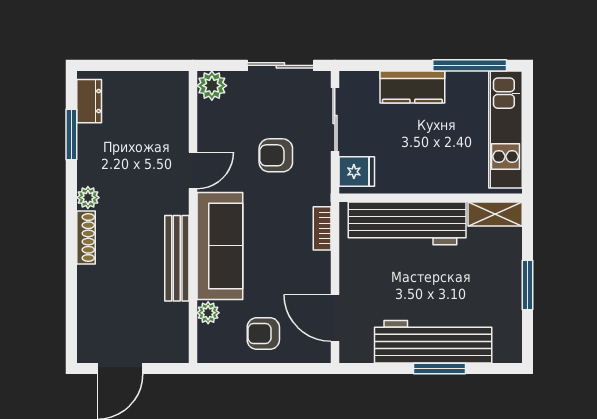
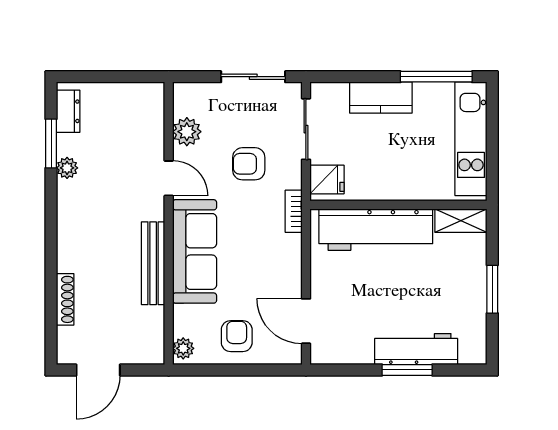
plant: (212, 86) -> (187, 132), moved
door: (193, 170) -> (169, 178), hinge flipped
plant: (88, 198) -> (67, 168), moved
bookcase: (322, 228) -> (294, 211), moved
shoe rack: (86, 237) -> (65, 299), moved
plant: (208, 313) -> (183, 348), moved
armchair: (263, 334) -> (237, 336), turned 90
workbench: (433, 342) -> (416, 349), width x0.73, depth x0.76

